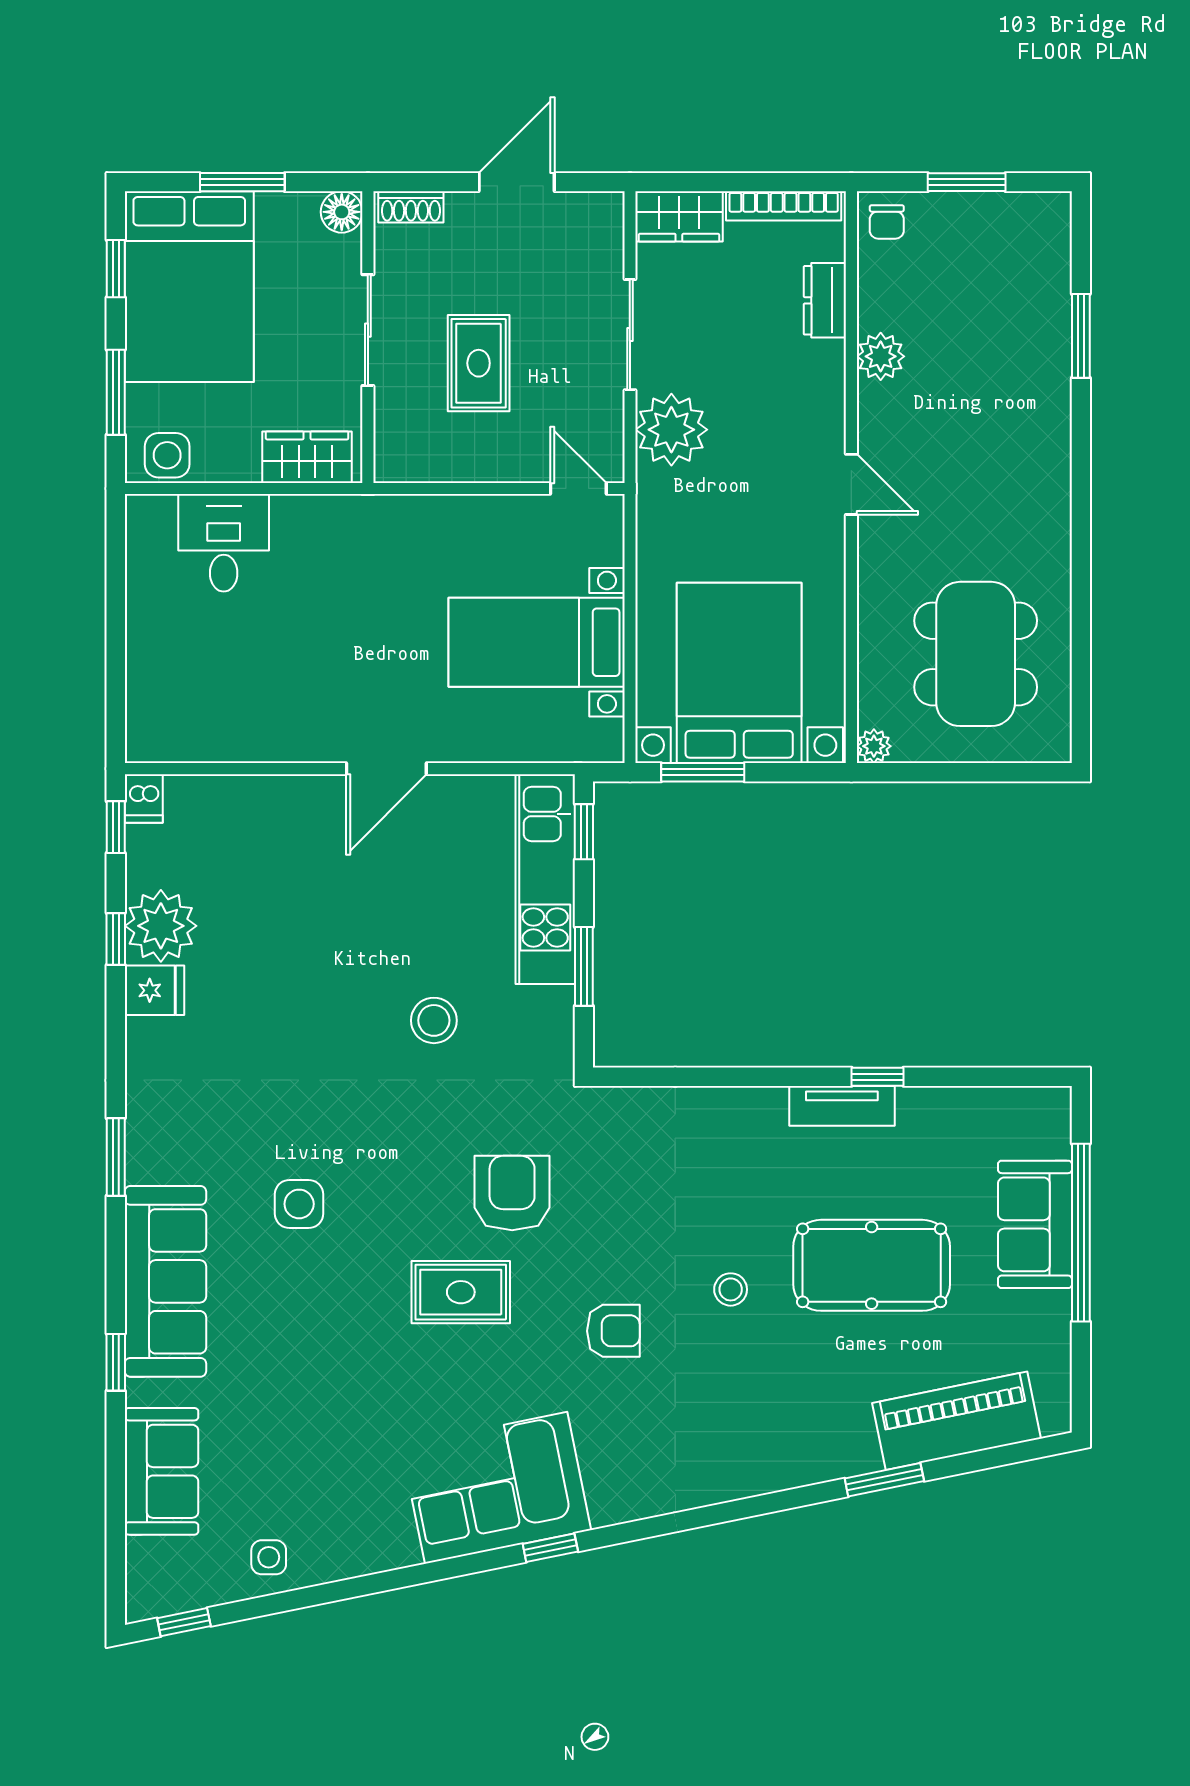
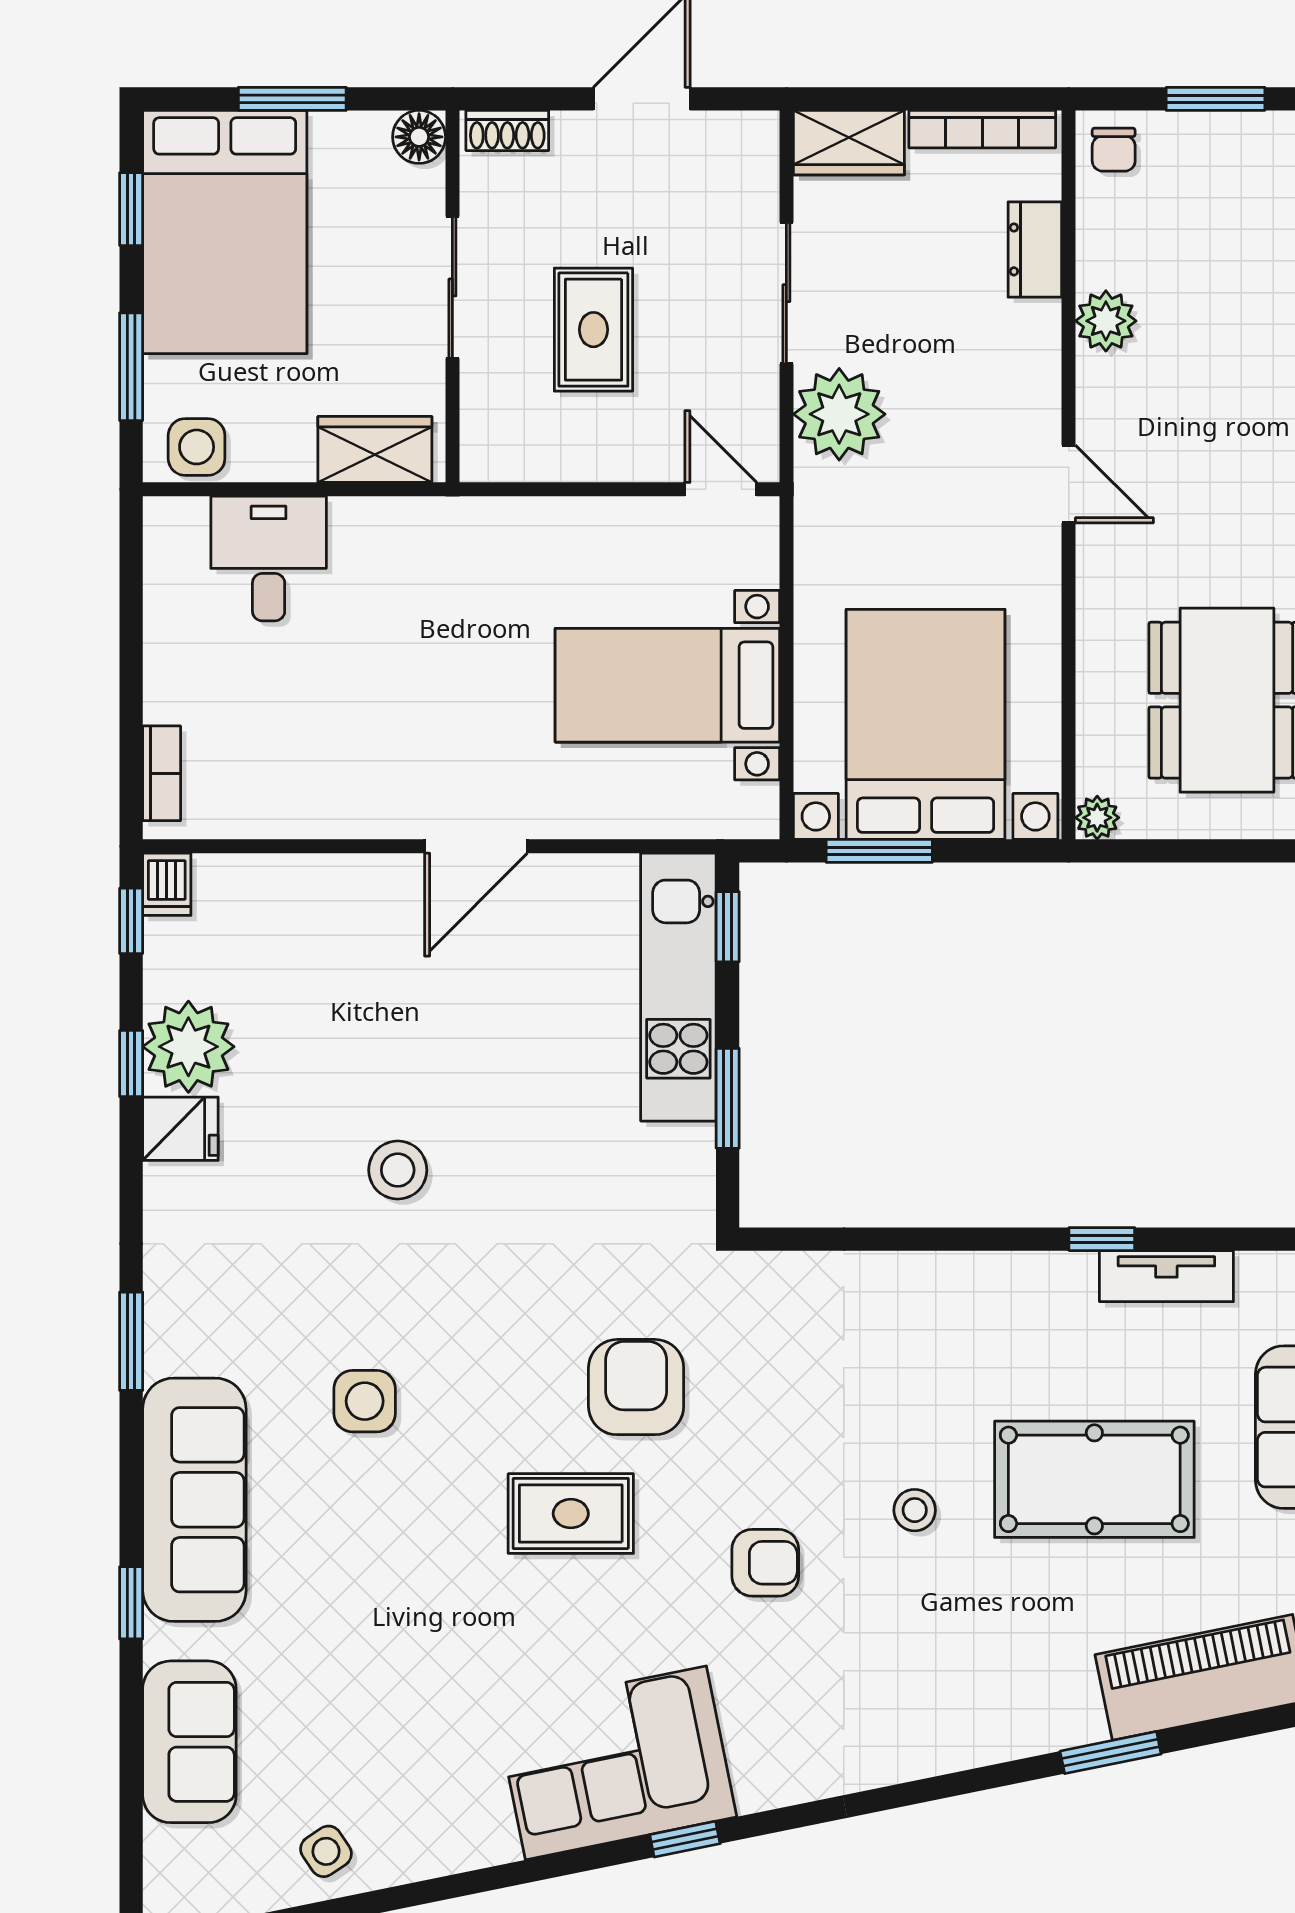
bookcase: (140, 711) -> (162, 773), added
stool: (434, 1020) -> (398, 1170), moved
tv unit: (842, 1106) -> (1166, 1276), moved
side table: (269, 1557) -> (326, 1851), turned -34

